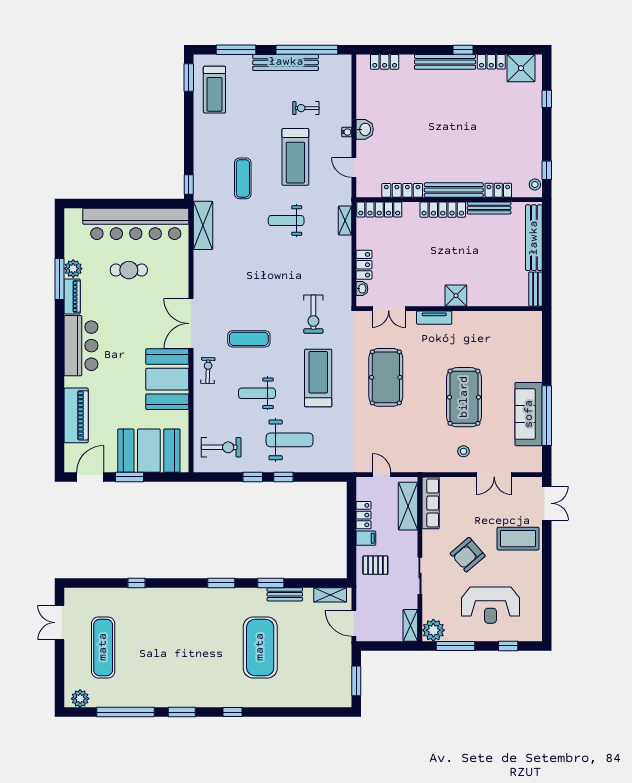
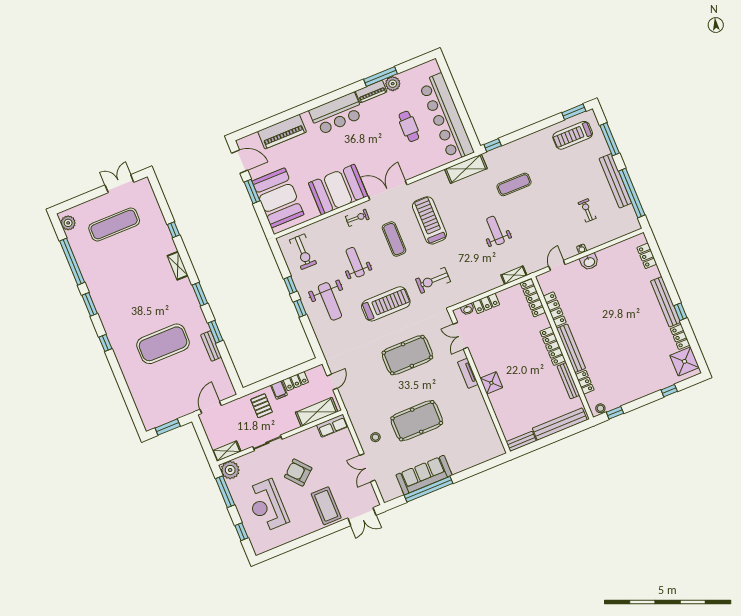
treadmill: (295, 157) -> (429, 220), moved, turned 90
row of seats: (431, 503) -> (332, 426), width x0.68
shelving: (330, 595) -> (178, 266), moved

